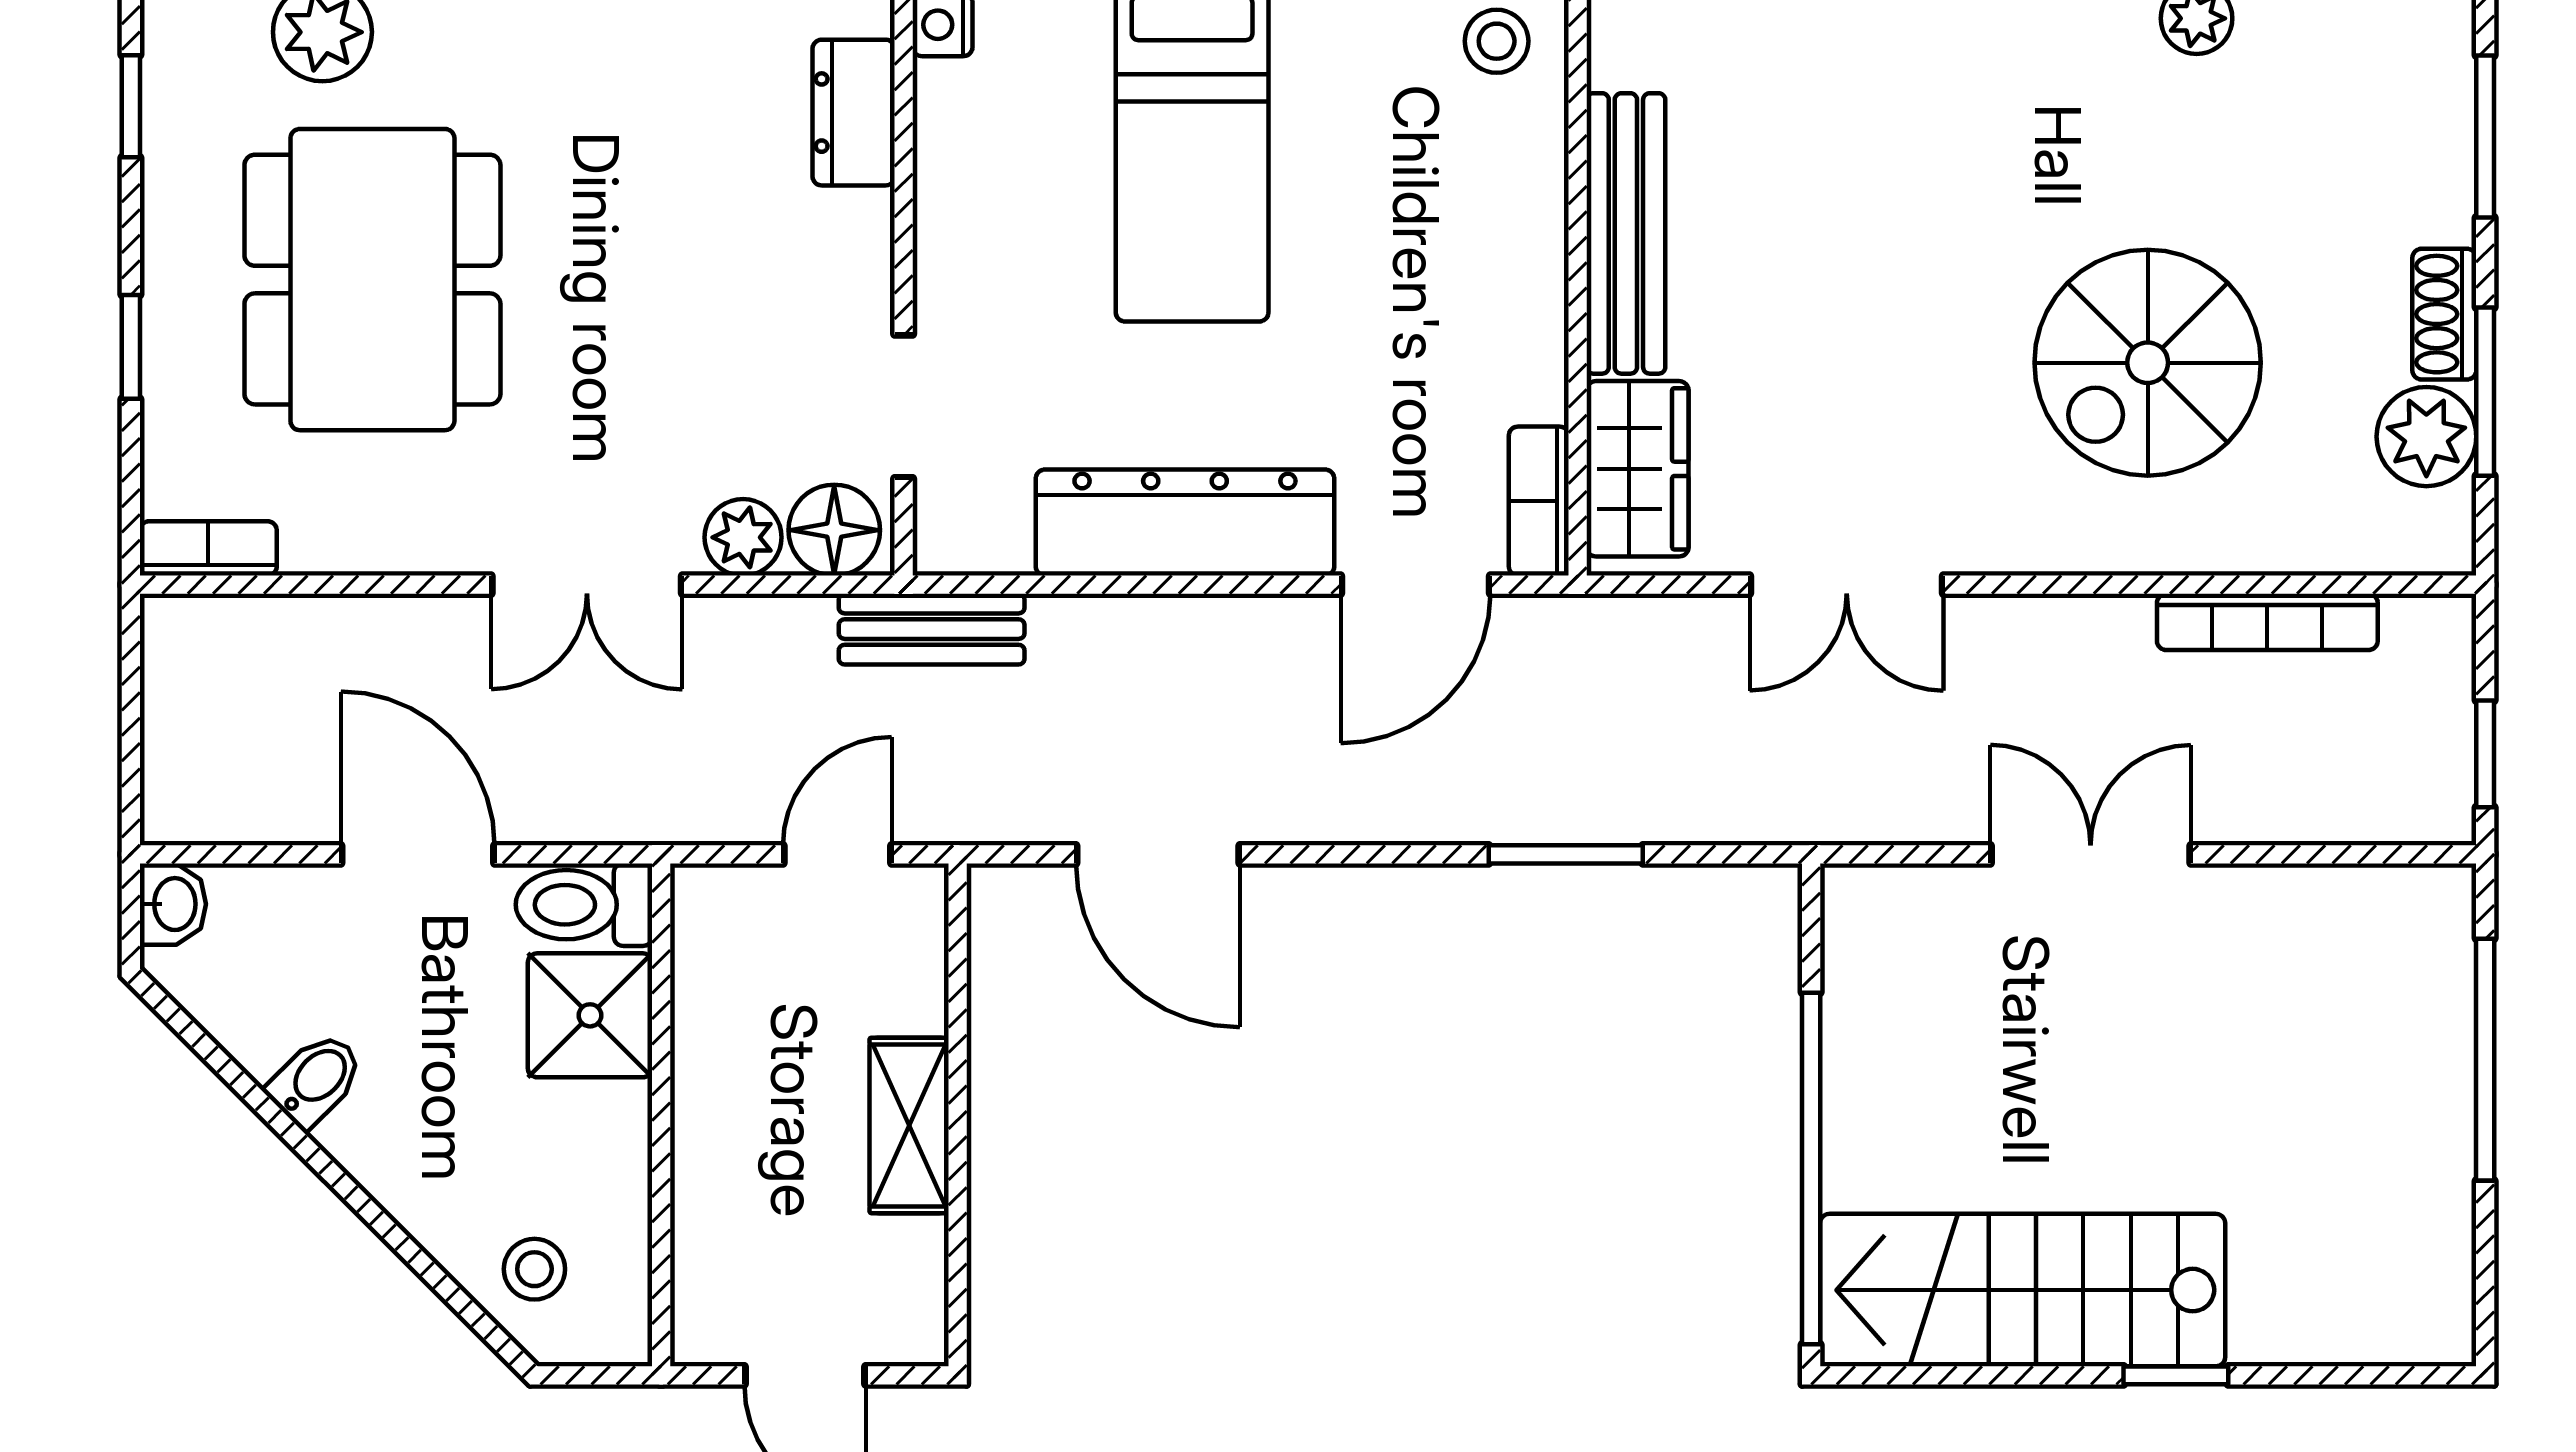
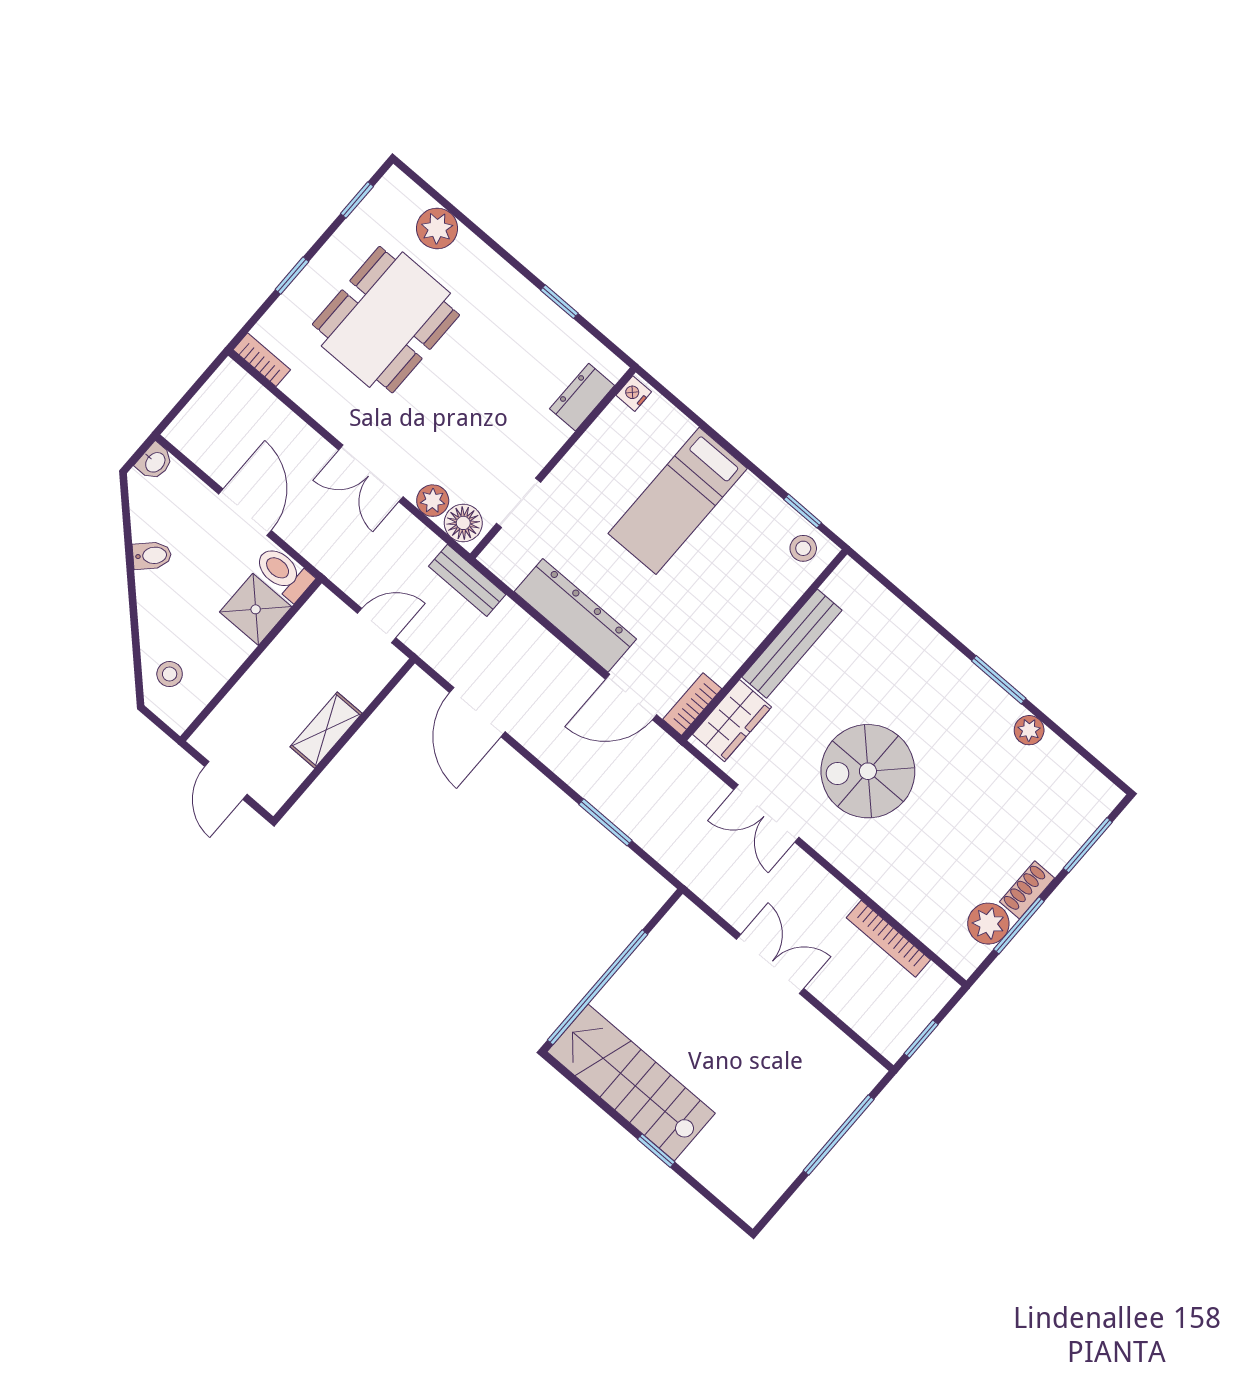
spiral stairs: (2148, 363) -> (868, 771), moved

